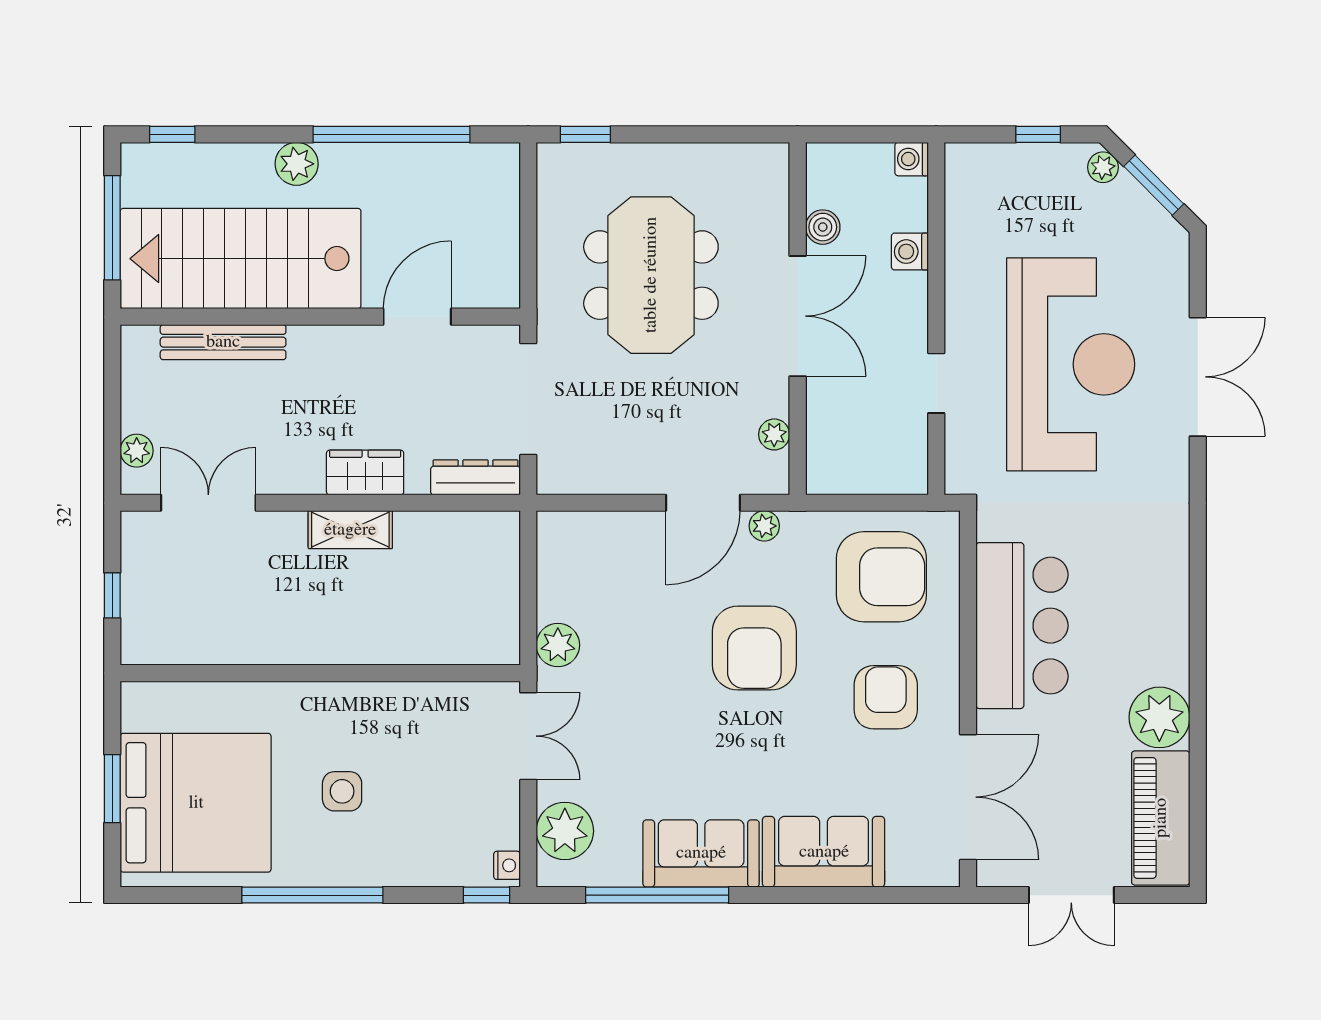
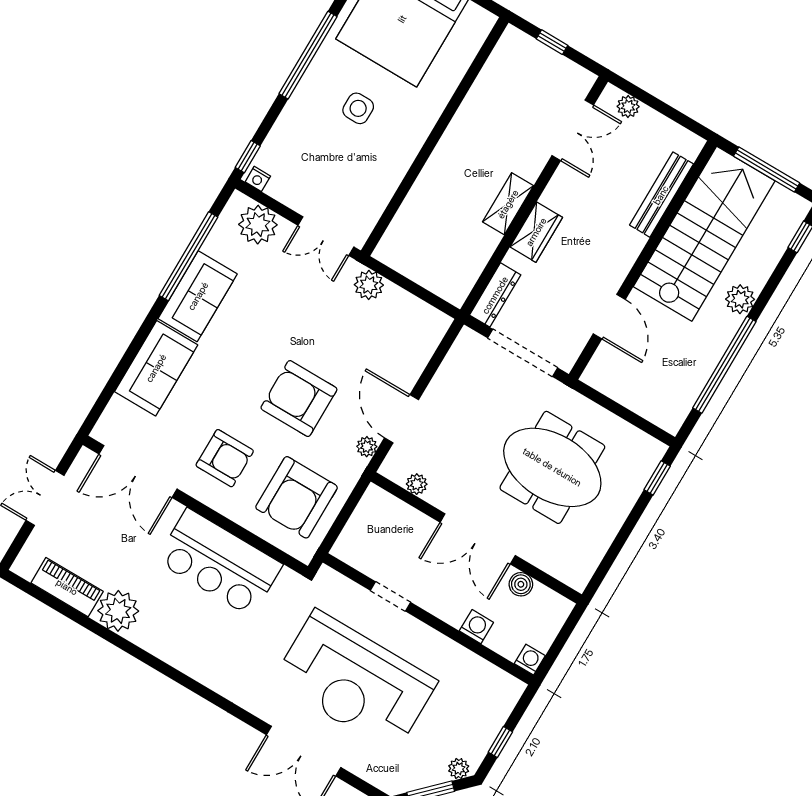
piano: (1161, 818) -> (67, 587), width x0.73, depth x0.75

